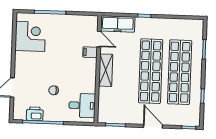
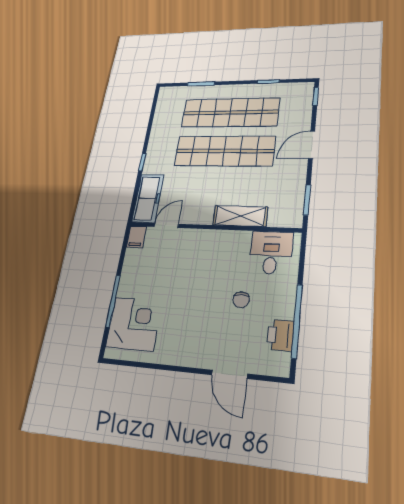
corner desk: (30, 36) -> (134, 324), moved, turned 90
filing cabinet: (90, 52) -> (136, 237), moved
shelving: (106, 70) -> (240, 216), moved

